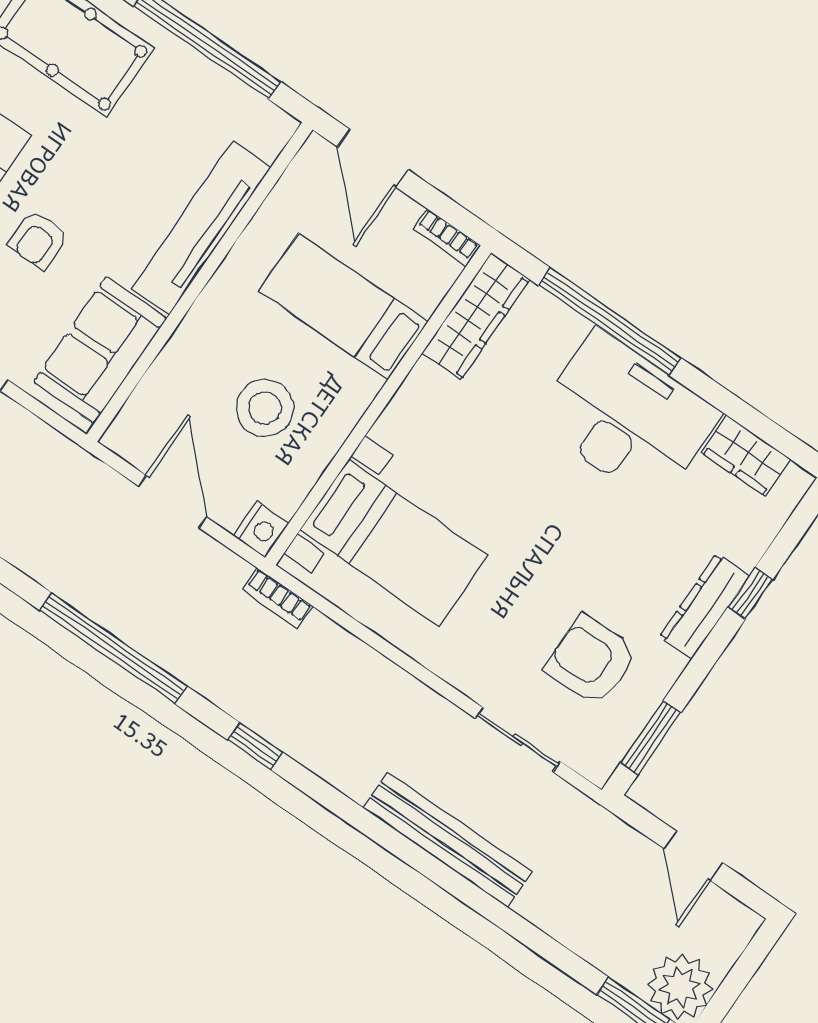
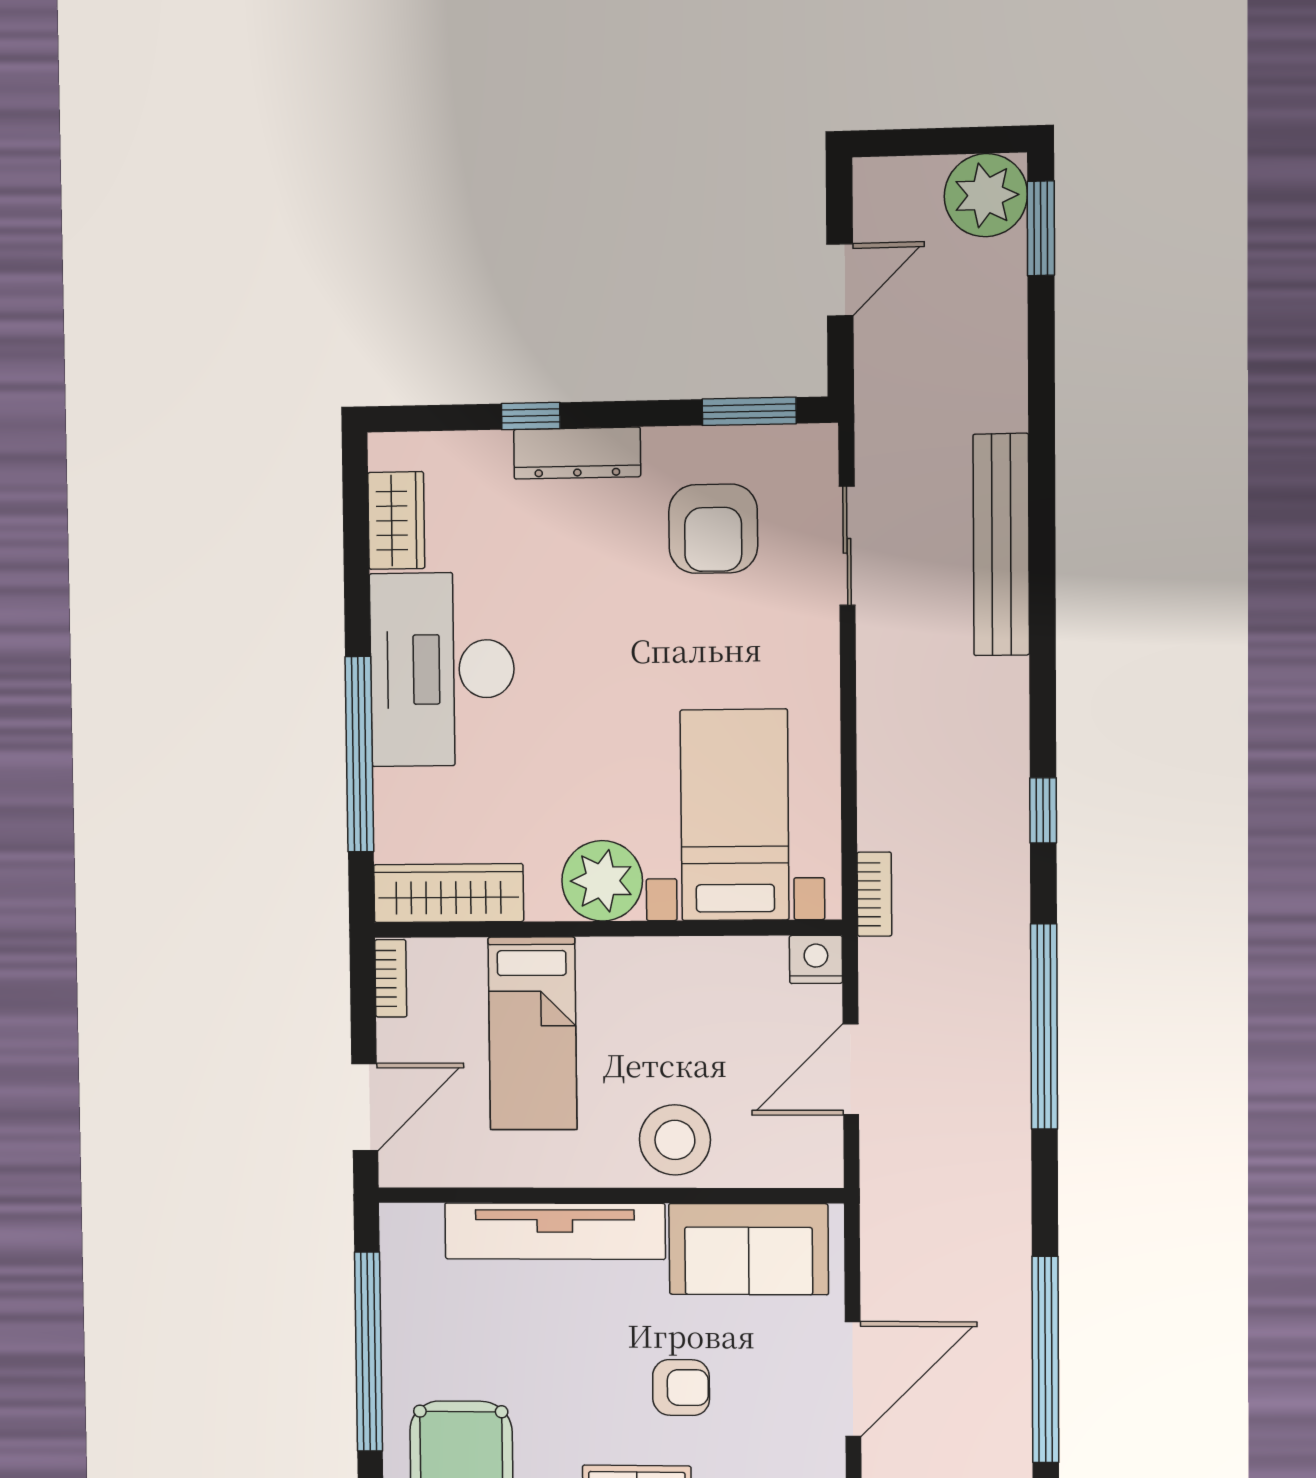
stool: (265, 408) -> (675, 1140), moved
plant: (412, 425) -> (602, 881), added

